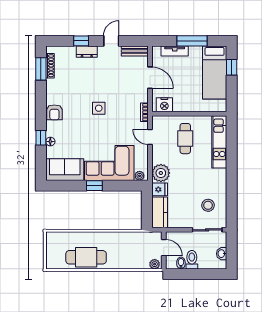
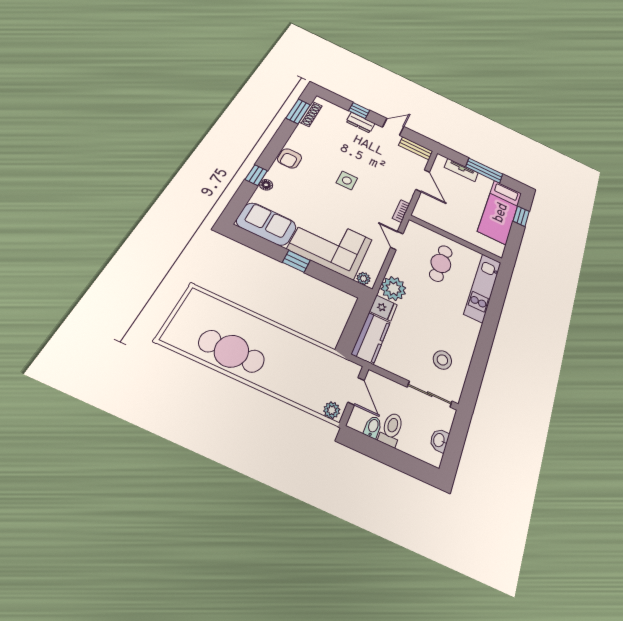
nightstand: (164, 105) -> (429, 215), removed

